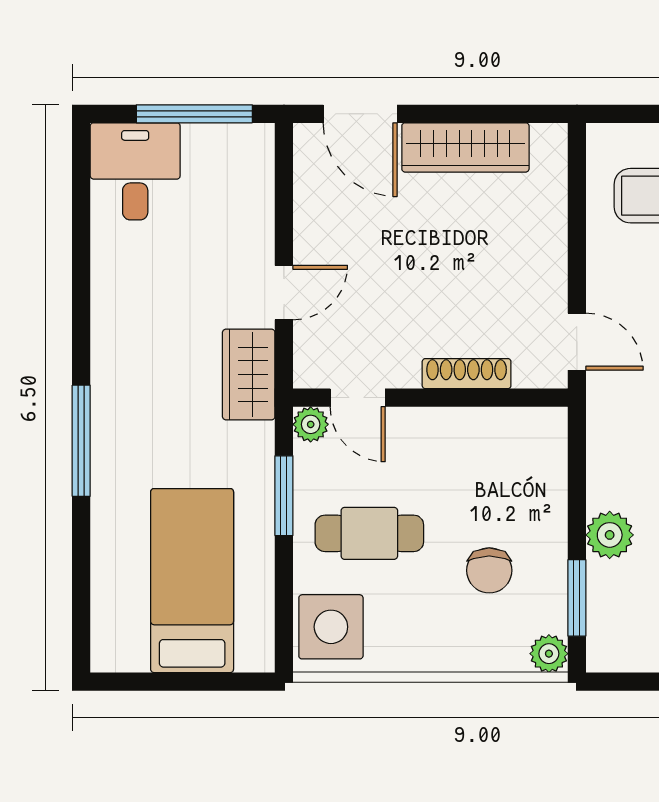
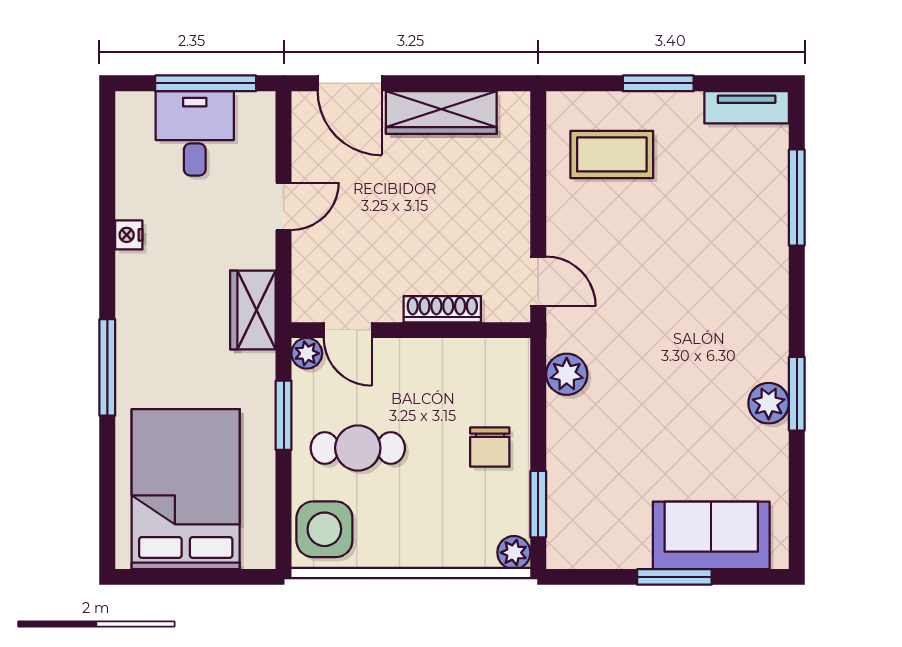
desk: (135, 171) -> (195, 133), moved
nightstand: (106, 288) -> (129, 235), added
door: (284, 293) -> (284, 206), moved
plant: (610, 535) -> (567, 374), moved
chair: (489, 570) -> (490, 447), moved
bed: (192, 581) -> (186, 489), width x1.50

